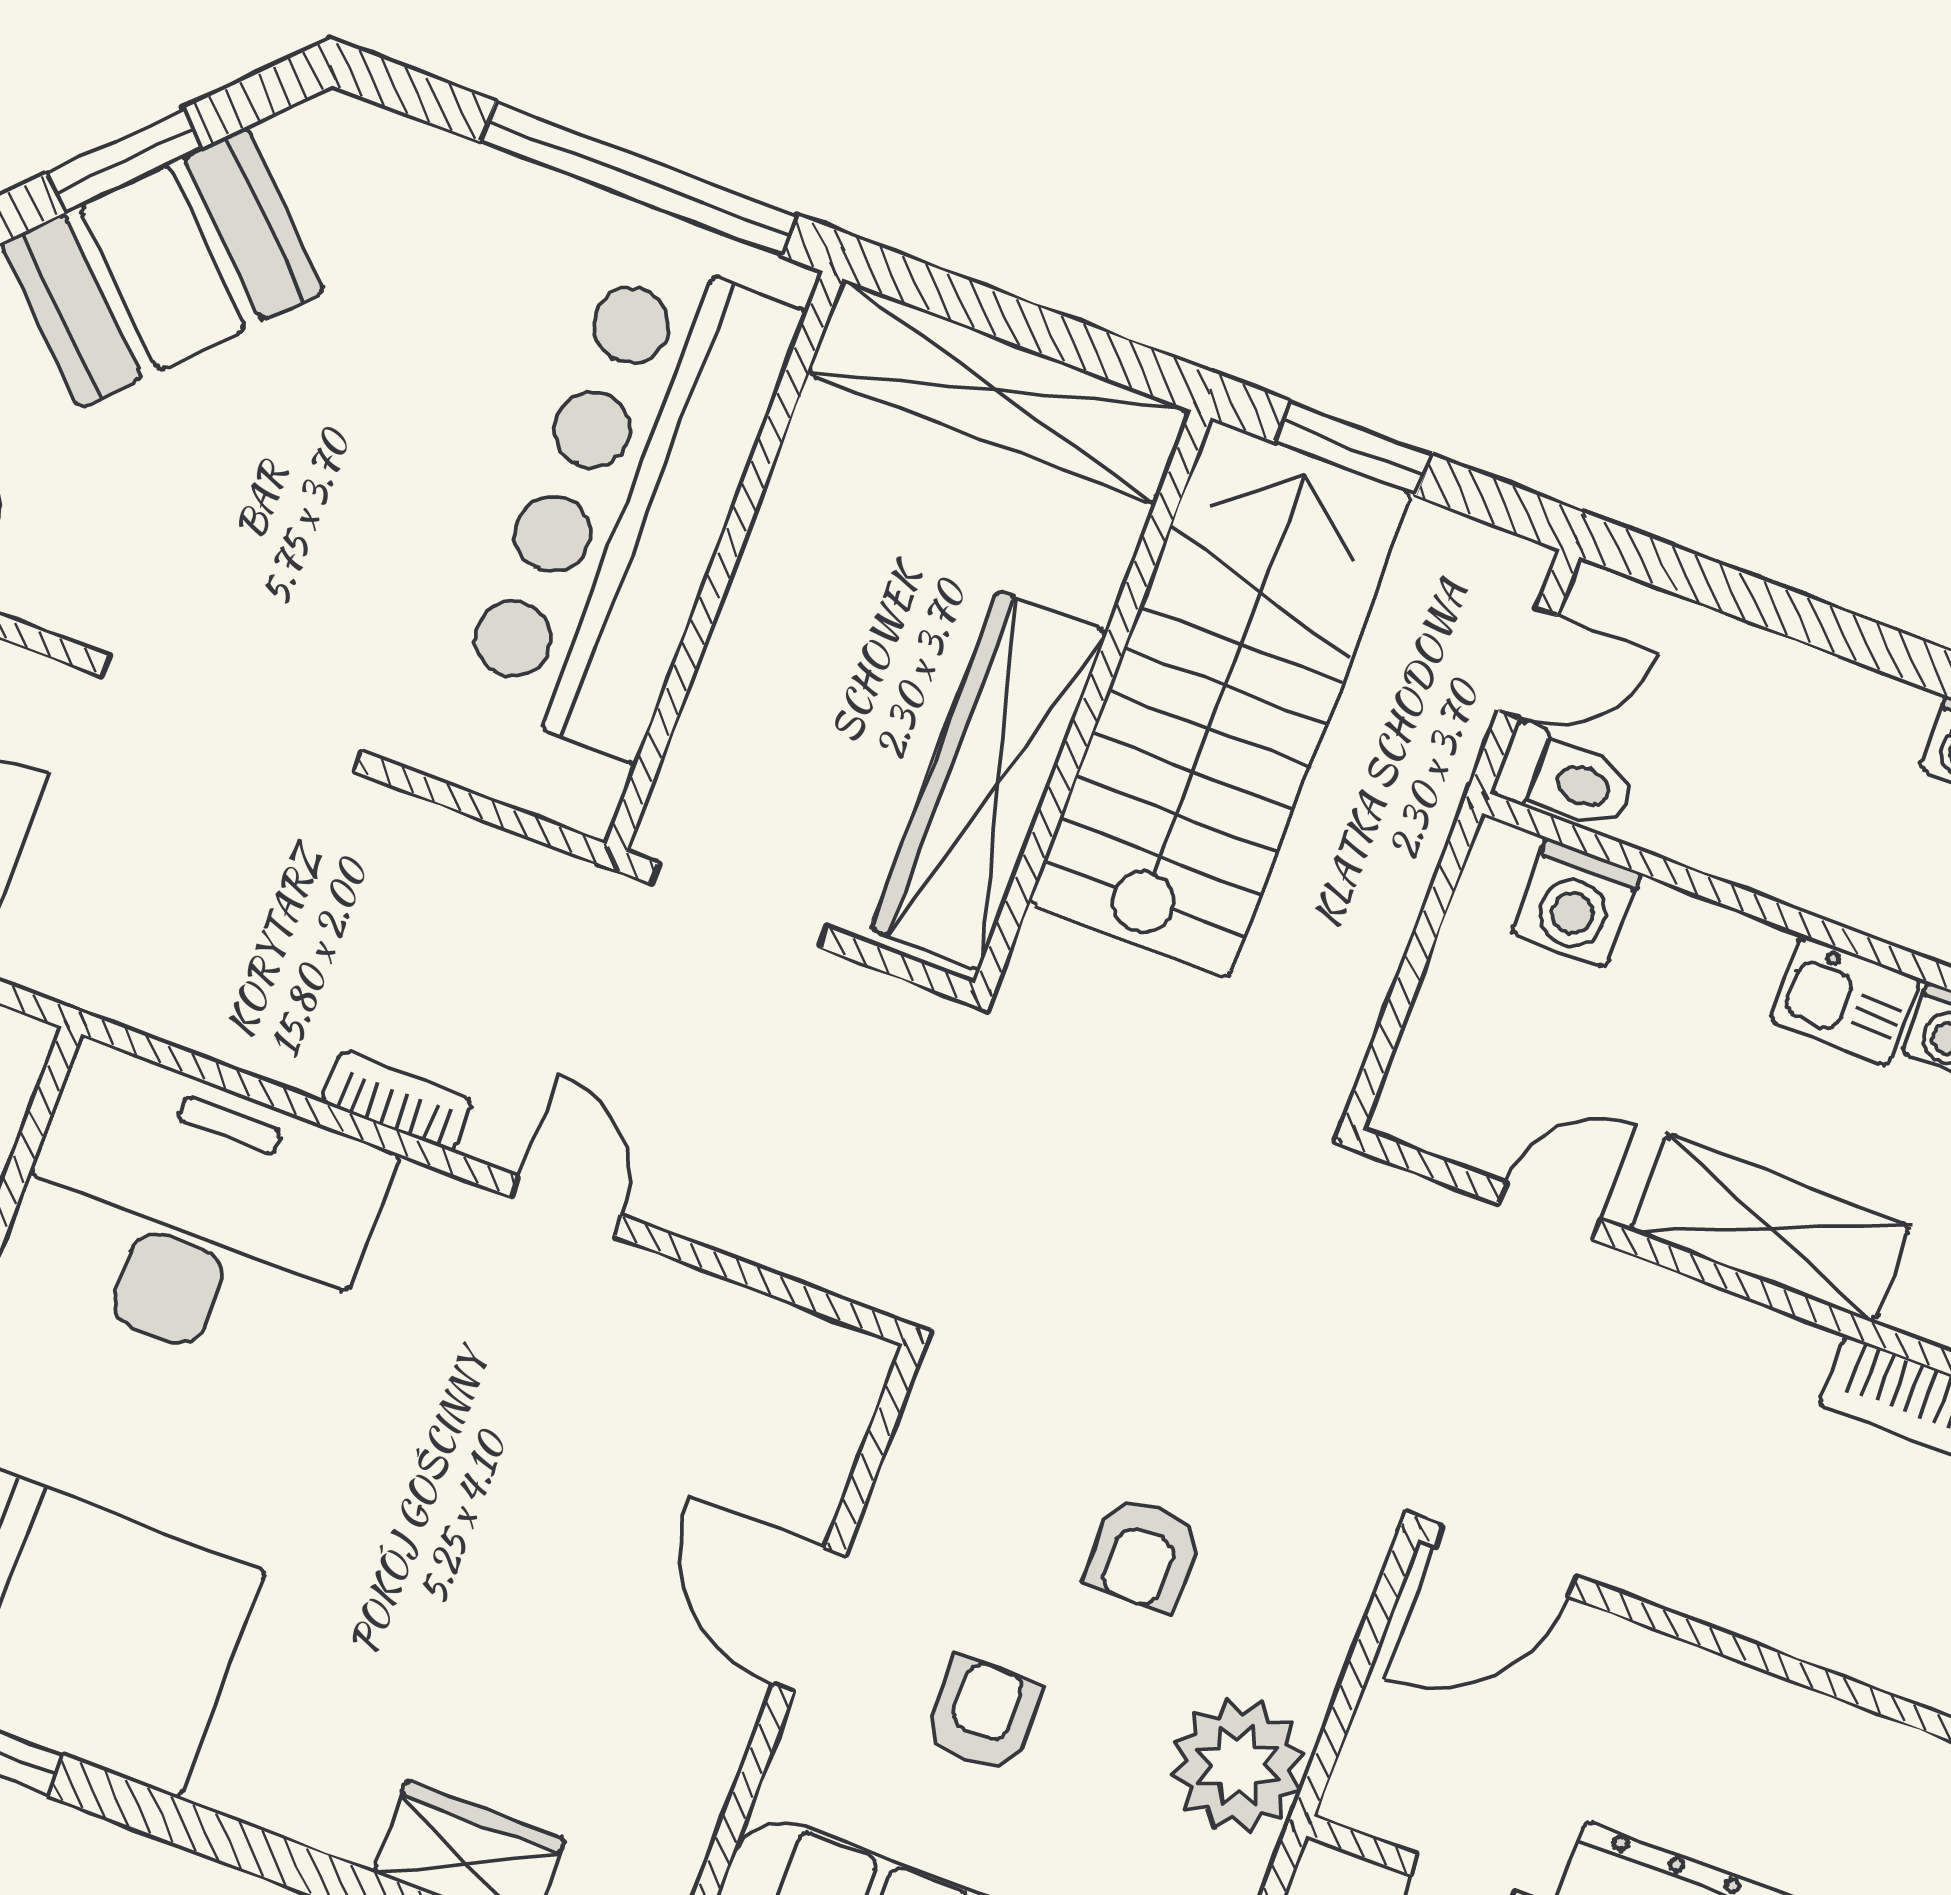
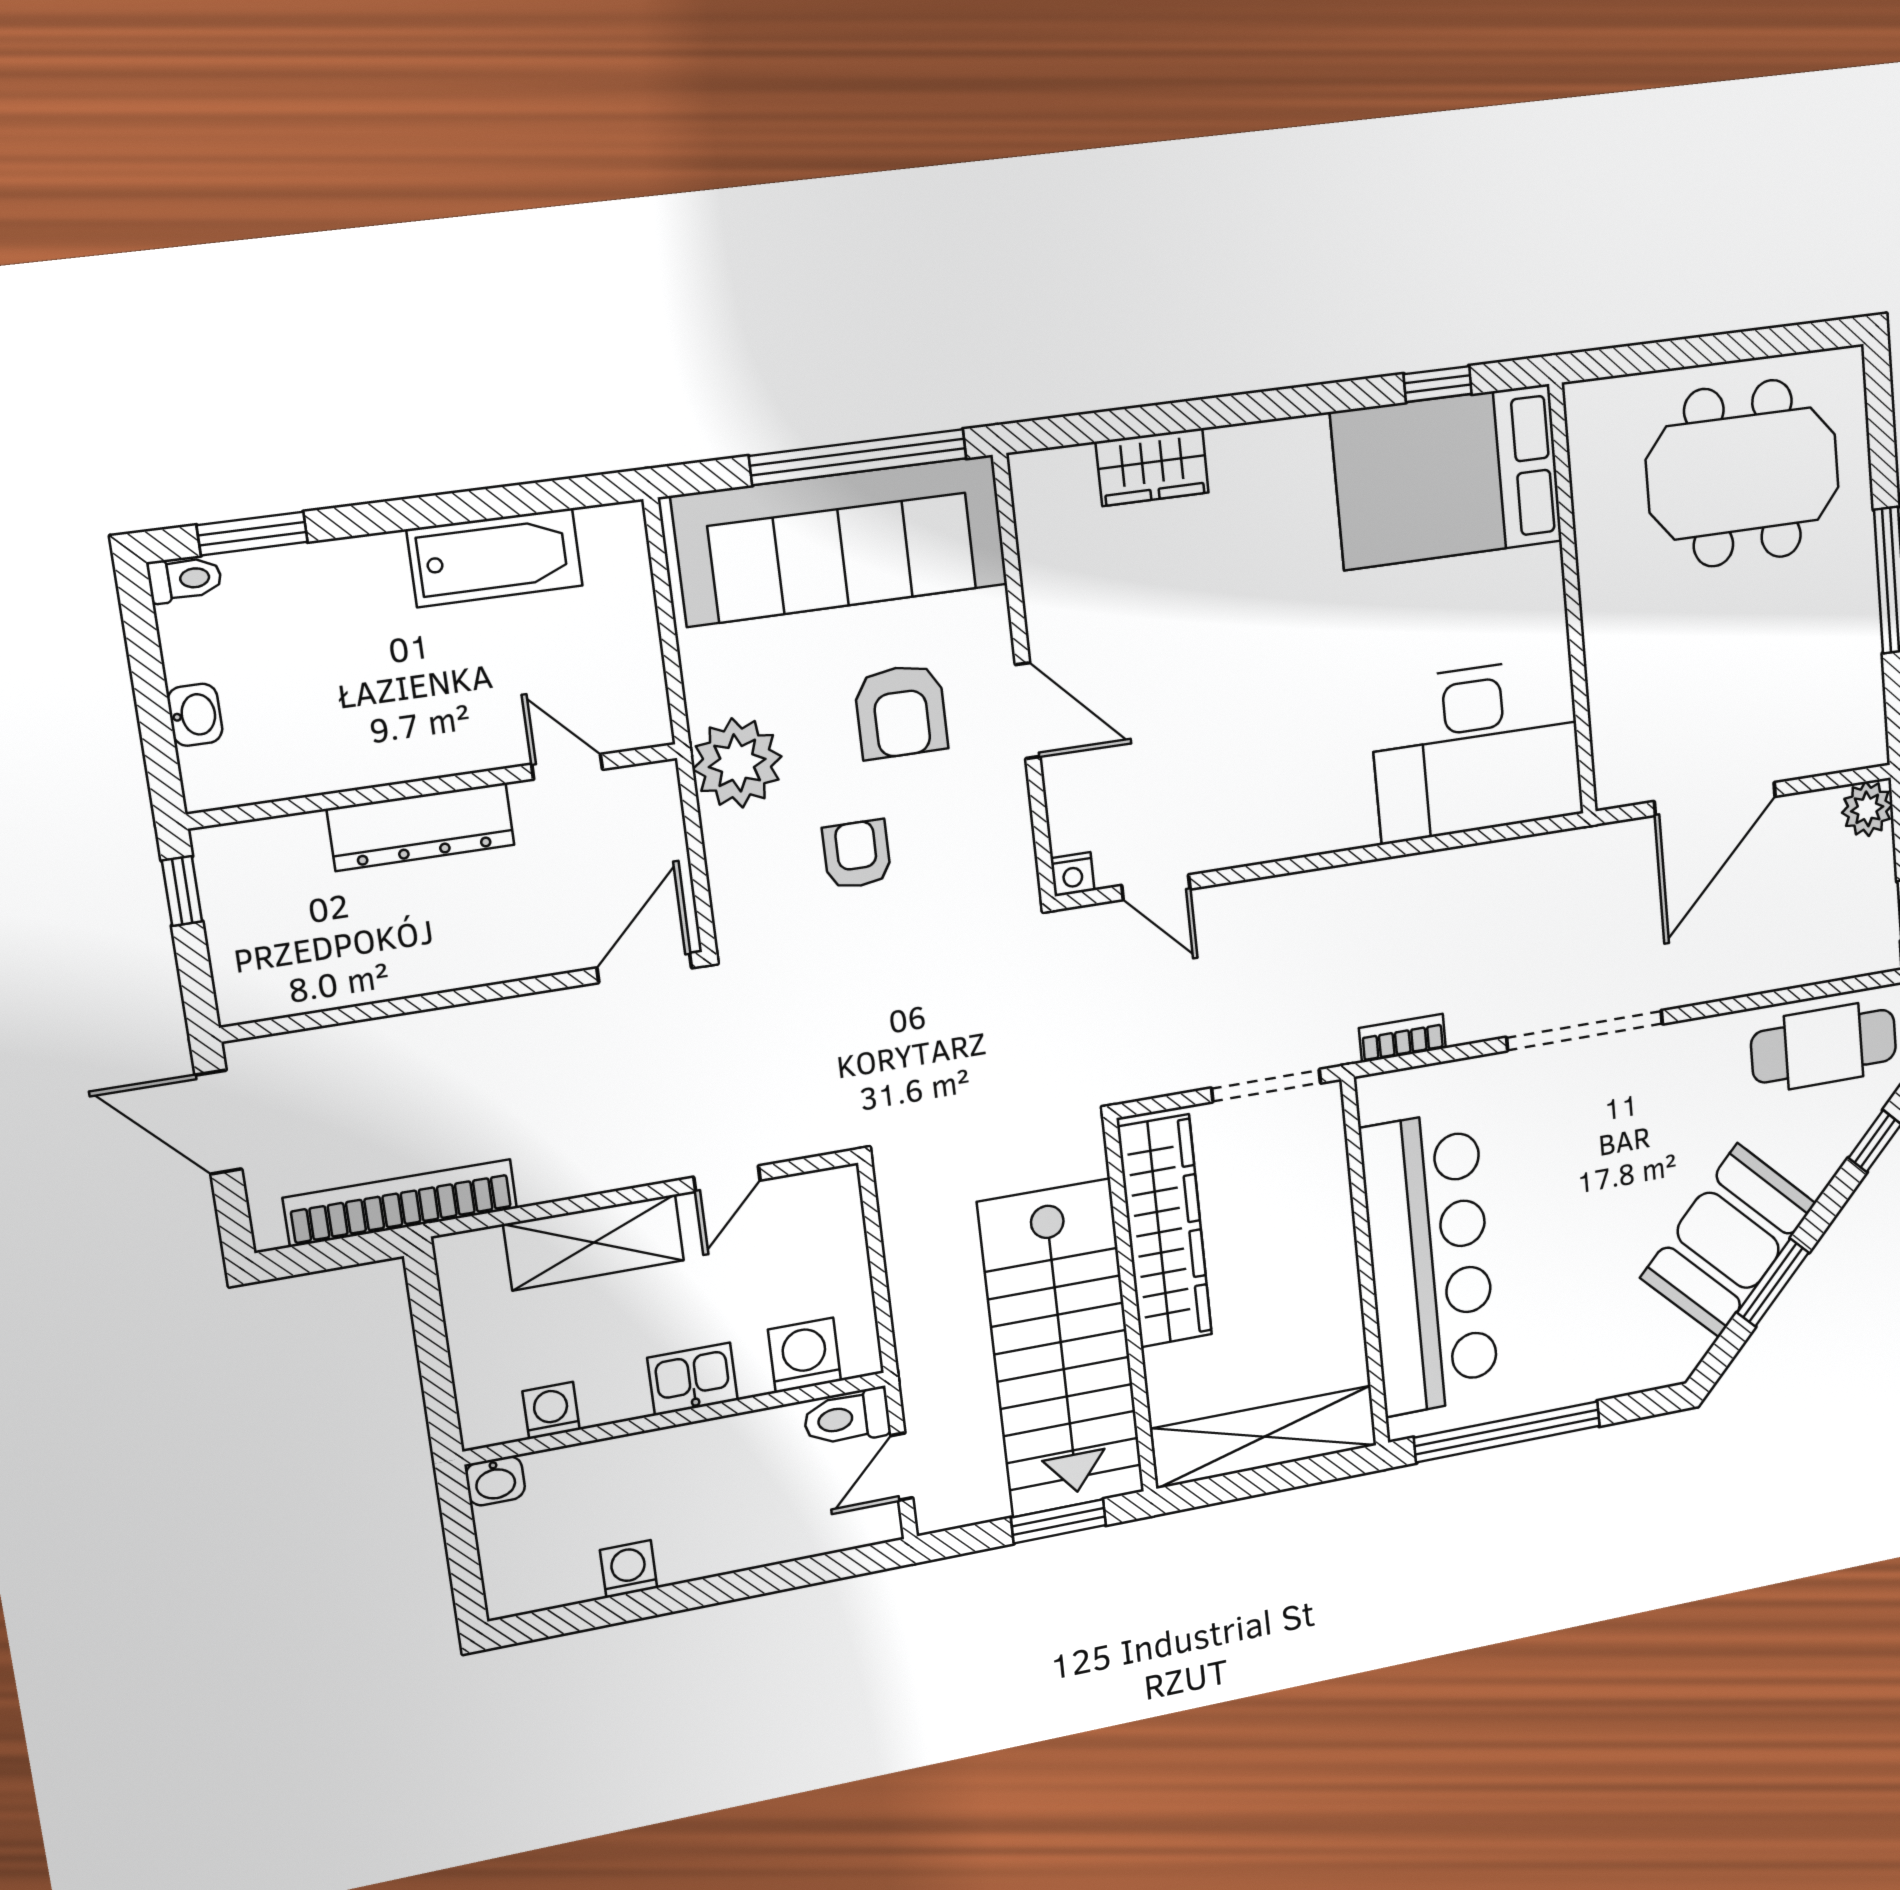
kitchen sink: (1845, 1000) -> (693, 1379), moved
bookcase: (397, 1101) -> (1402, 1038), moved, turned 180
door: (567, 1206) -> (1156, 887), moved
nightstand: (862, 1361) -> (1072, 874), added
armchair: (983, 1714) -> (901, 711), width x1.38, depth x1.38

